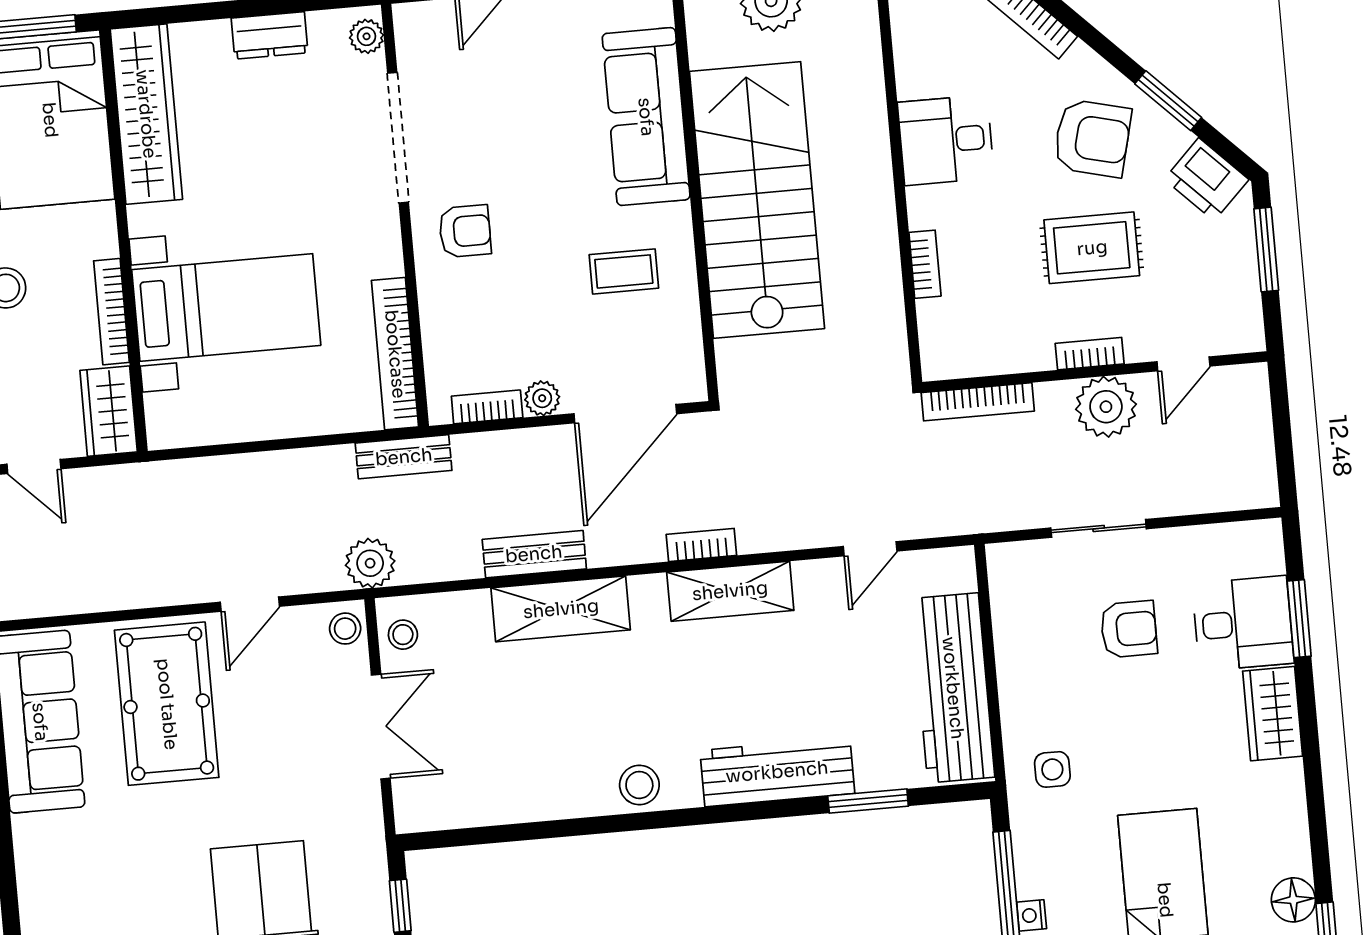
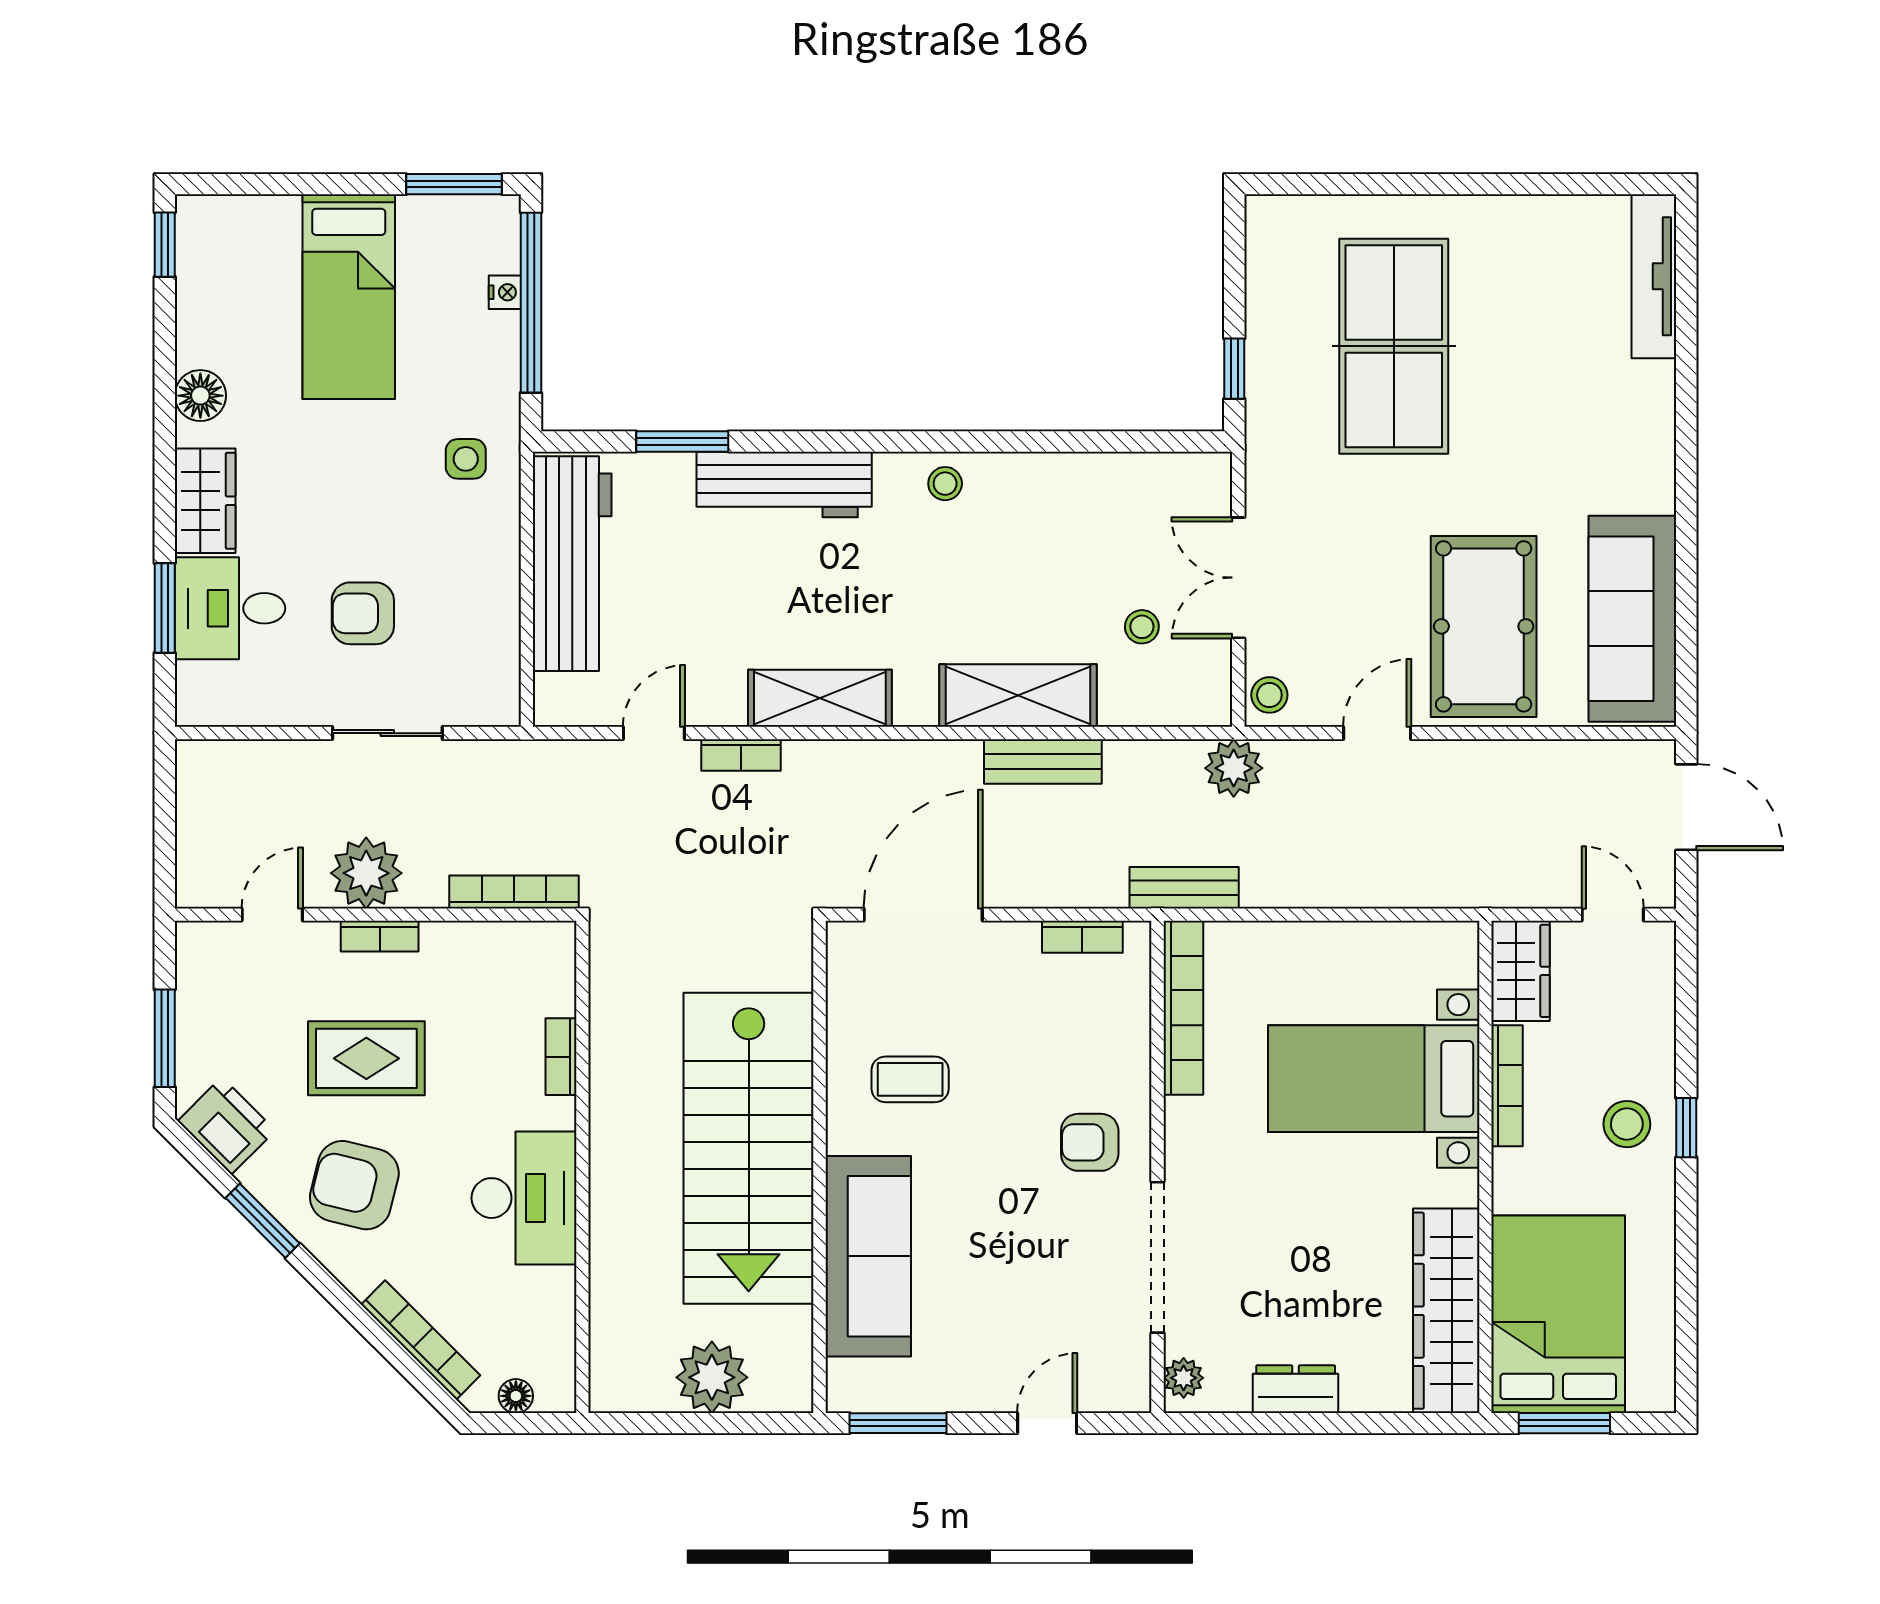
desk: (946, 140) -> (524, 1198), width x1.37
plant: (542, 398) -> (1018, 941), removed
bookcase: (701, 545) -> (741, 755), moved
stool: (403, 635) -> (1142, 627), moved
stool: (639, 785) -> (945, 484), width x0.73, depth x0.73
floor lamp: (1293, 900) -> (200, 396), moved

